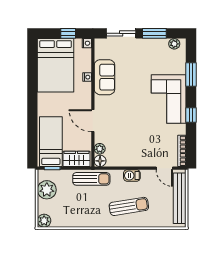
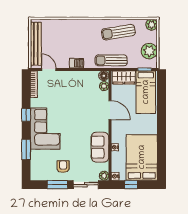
plant: (174, 44) -> (104, 176), moved
armchair: (148, 54) -> (63, 167), added
sun lounger: (129, 206) -> (118, 32), moved

